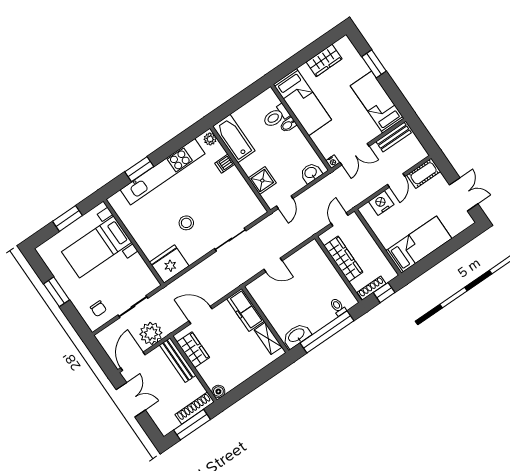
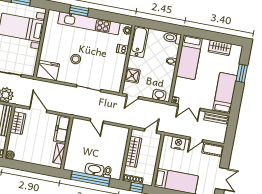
toilet: (276, 116) -> (172, 38), moved
washbasin: (297, 336) -> (94, 170), moved

